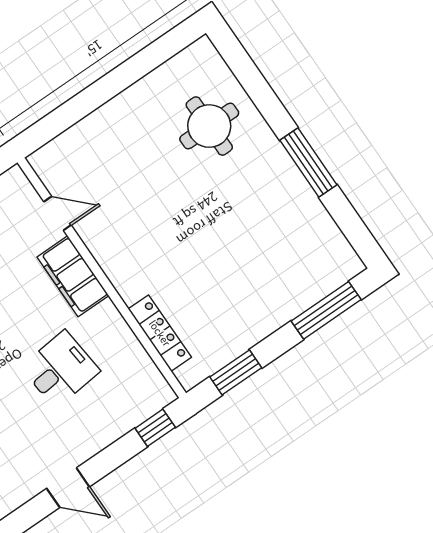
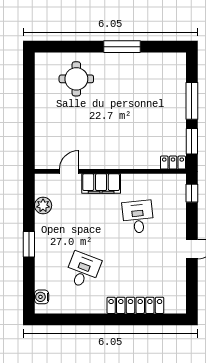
window: (326, 310) -> (192, 101), moved
locker: (160, 333) -> (173, 163), moved, width x0.66

